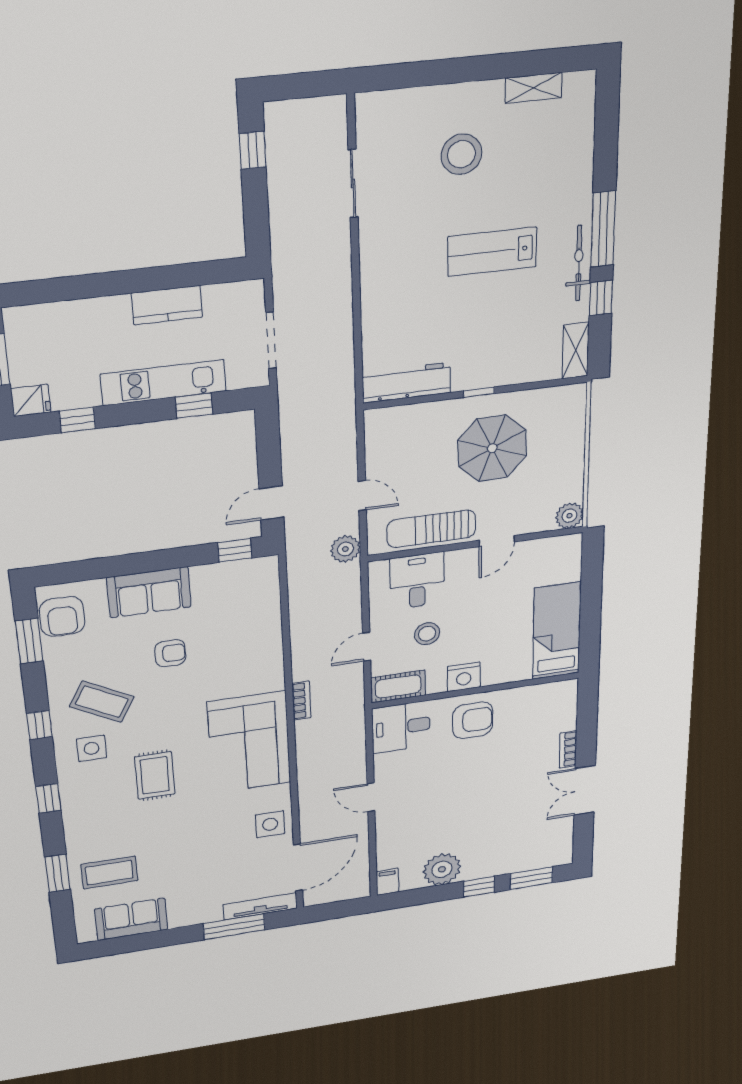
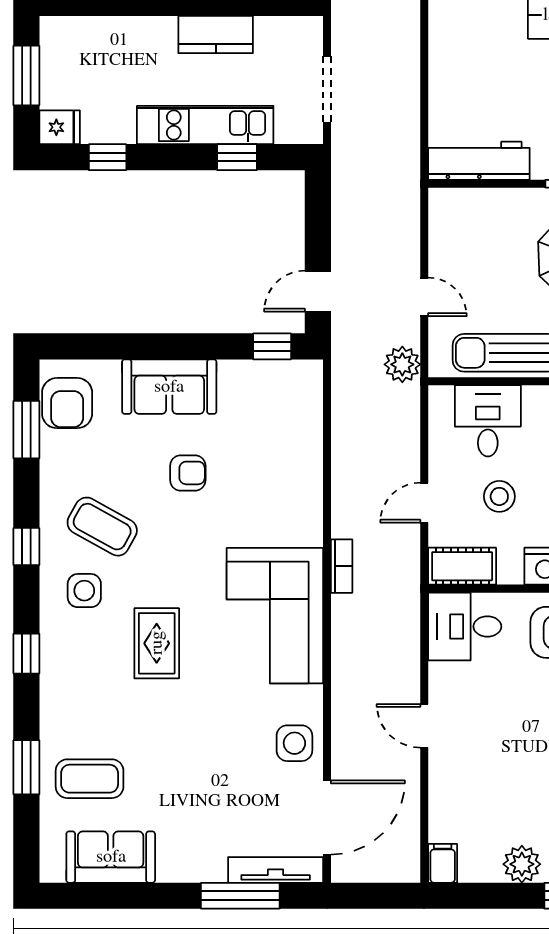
plant: (442, 869) -> (522, 864), width x0.73, depth x0.73

